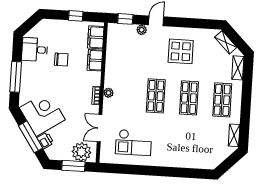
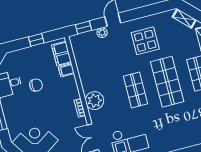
filing cabinet: (95, 60) -> (66, 70), width x0.50
plant: (108, 93) -> (94, 101), width x1.87, depth x1.87
shop shelf: (189, 98) -> (167, 82), width x1.43, depth x1.36

